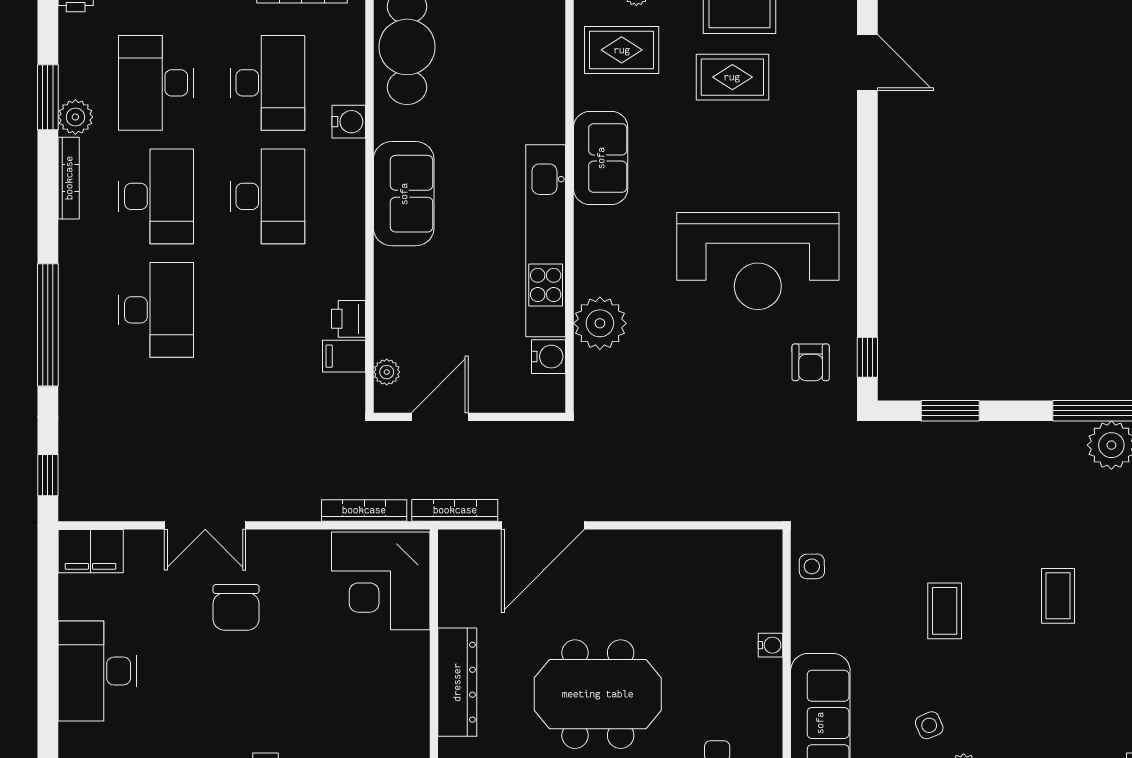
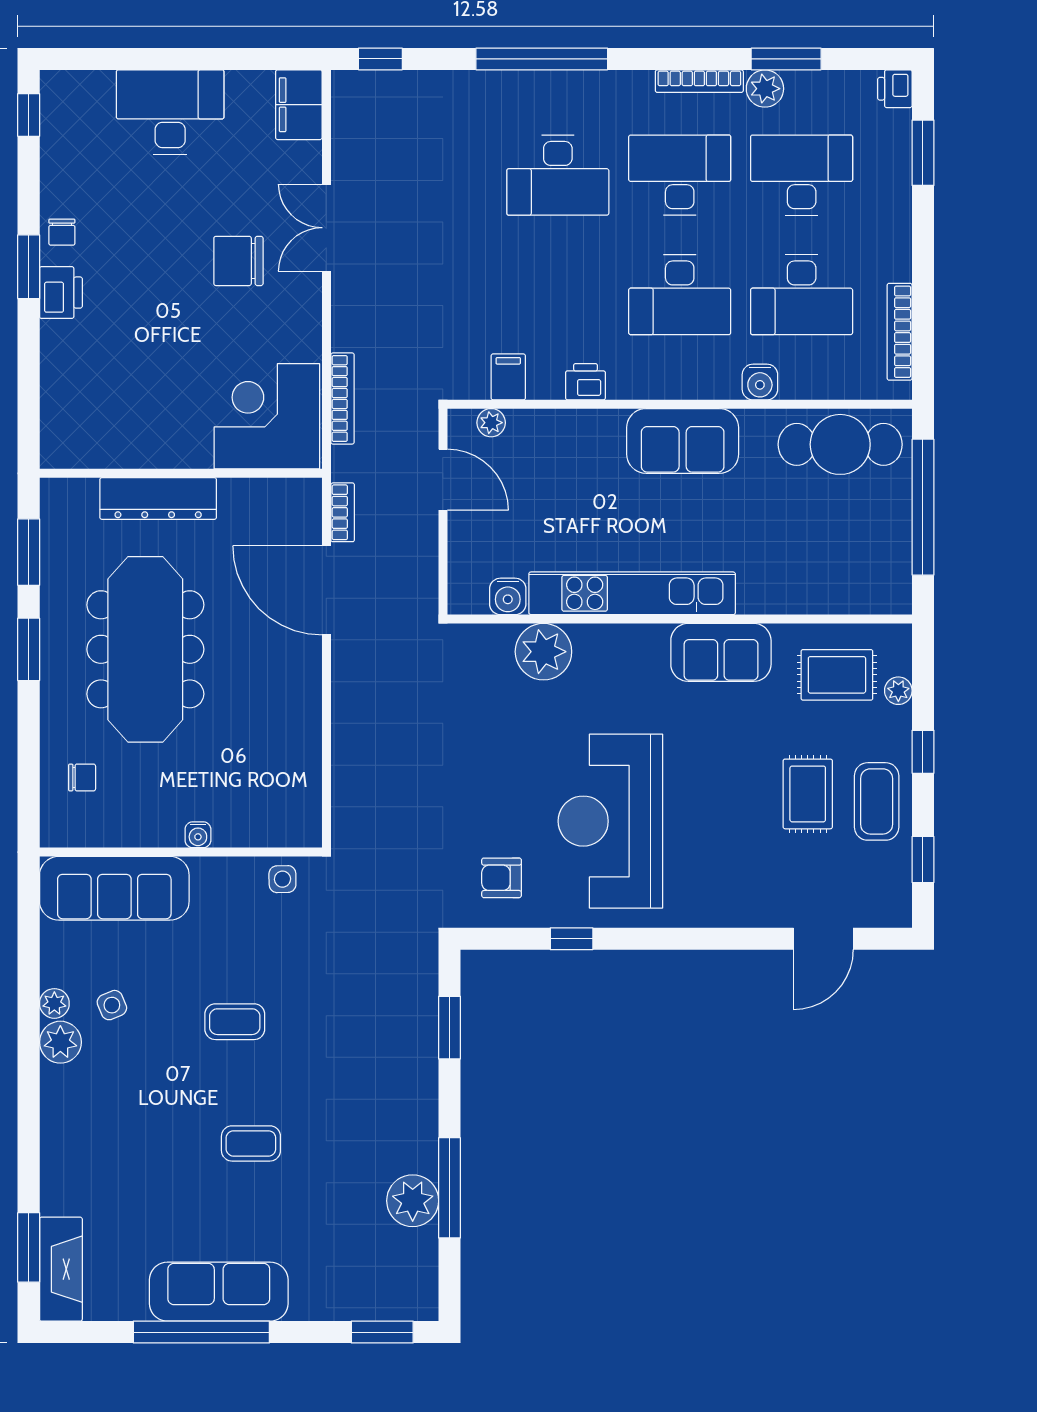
rug: (622, 50) -> (837, 675), turned 90
desk: (156, 196) -> (680, 175), turned 180
printer: (349, 319) -> (585, 382), moved
window: (867, 357) -> (572, 939), moved
bookcase: (455, 510) -> (343, 512), width x0.64
meeting table: (598, 694) -> (145, 649), width x1.36

